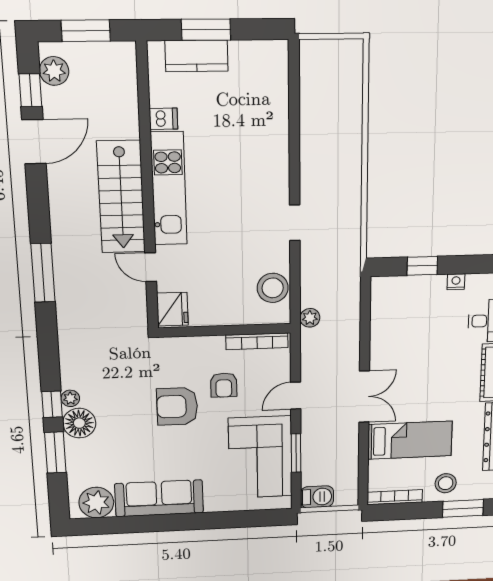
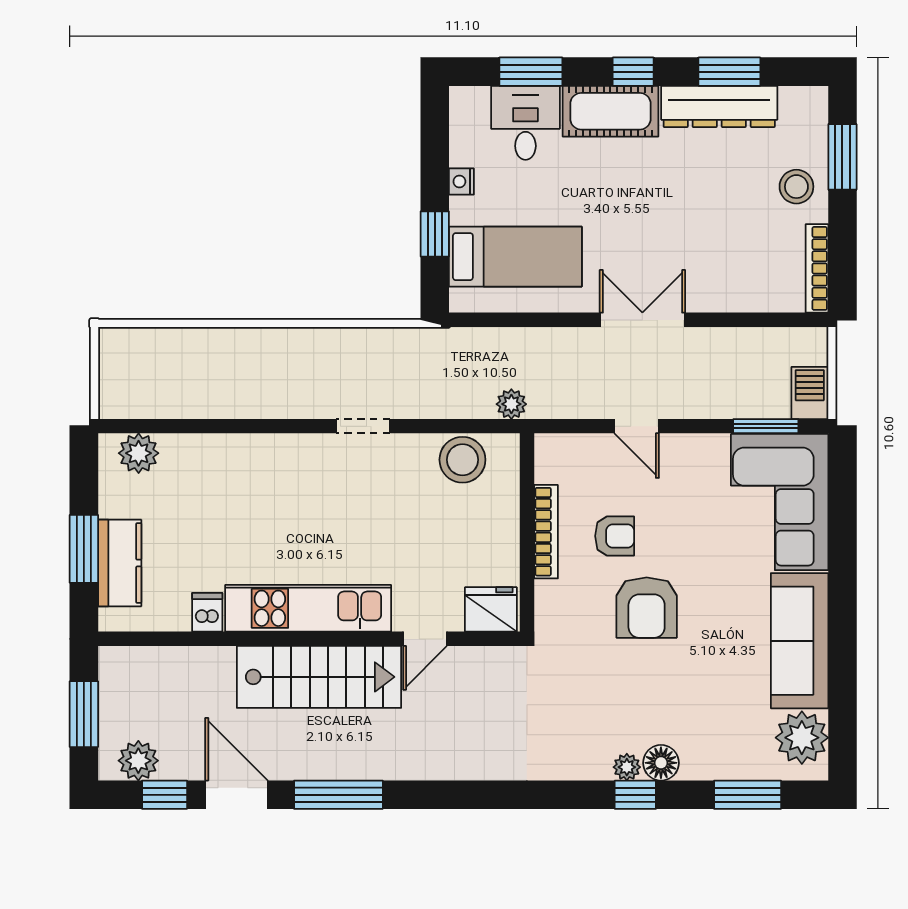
plant: (275, 68) -> (139, 453), added
window: (43, 273) -> (338, 795), moved
bookcase: (257, 341) -> (546, 532), moved
floor lamp: (79, 423) -> (661, 763), width x0.73, depth x0.73
bed: (410, 440) -> (515, 257), moved, turned 90
window: (55, 452) -> (748, 795), moved
window: (296, 453) -> (766, 426), moved
corner sofa: (260, 457) -> (780, 502), moved, turned 90

